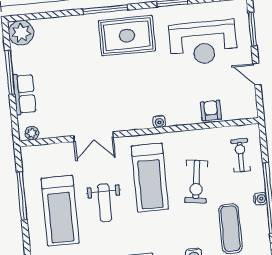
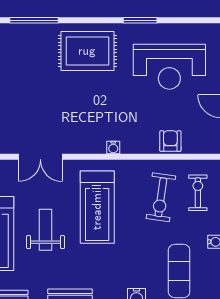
window: (105, 9) -> (34, 20), moved
exercise bike: (196, 182) -> (161, 197), moved
weight bench: (105, 203) -> (46, 230), turned 180

